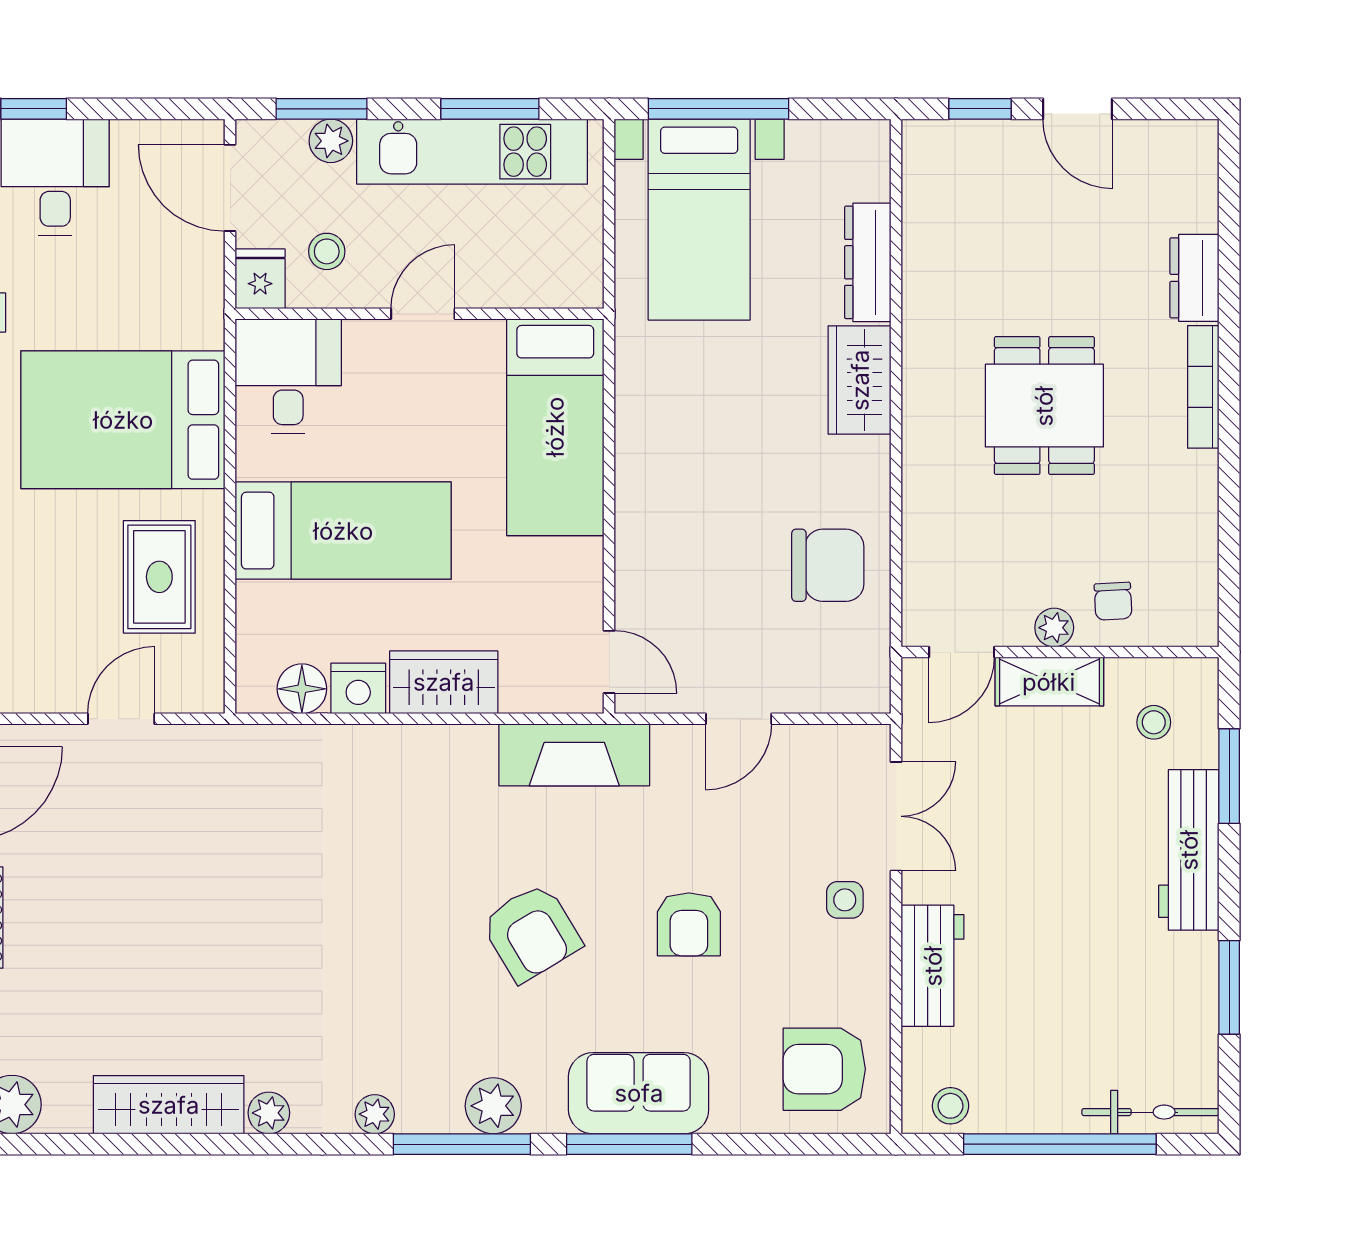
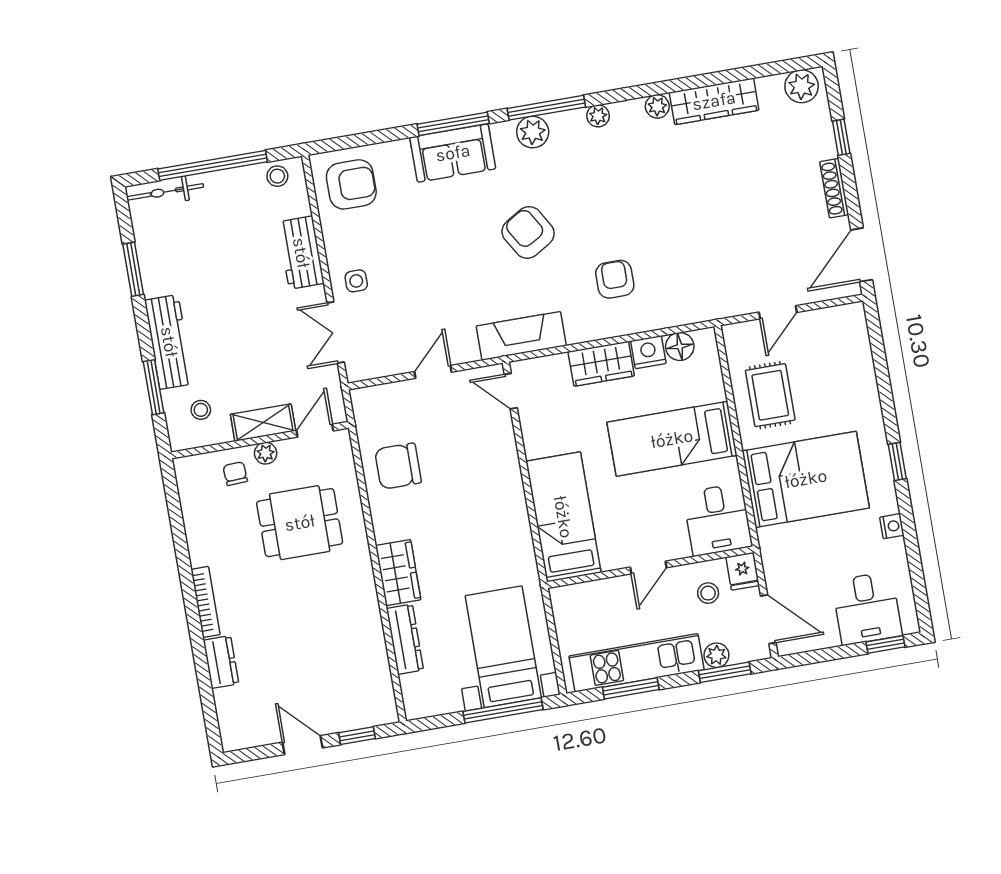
dining table: (1044, 406) -> (300, 523), moved, turned 90
armchair: (689, 924) -> (615, 279), moved

